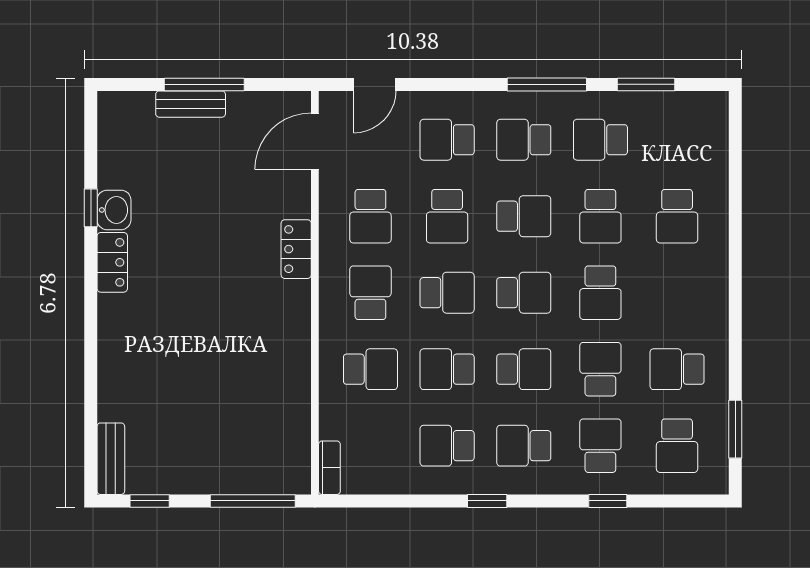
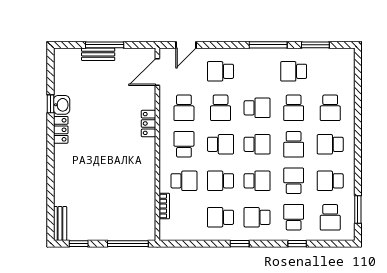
school desk: (524, 140) -> (330, 144), moved
bookcase: (329, 468) -> (164, 206), moved

